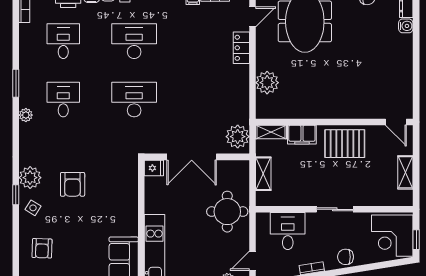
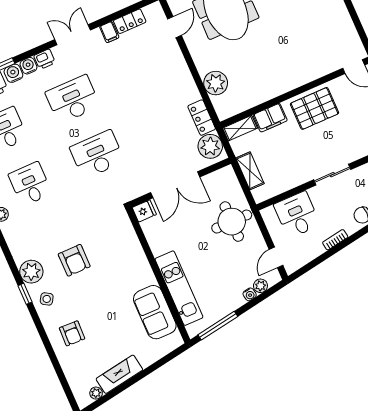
locker: (241, 48) -> (202, 118), moved

